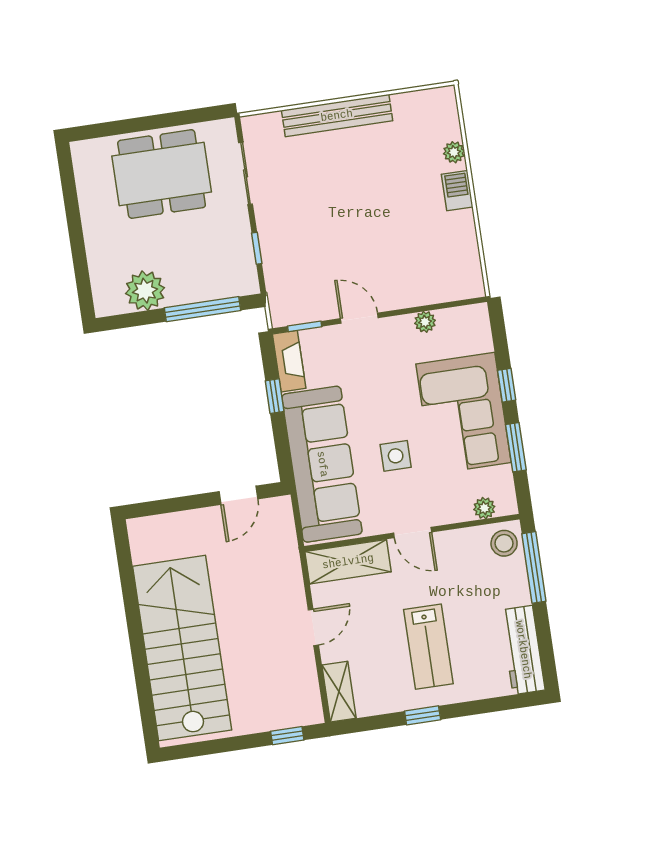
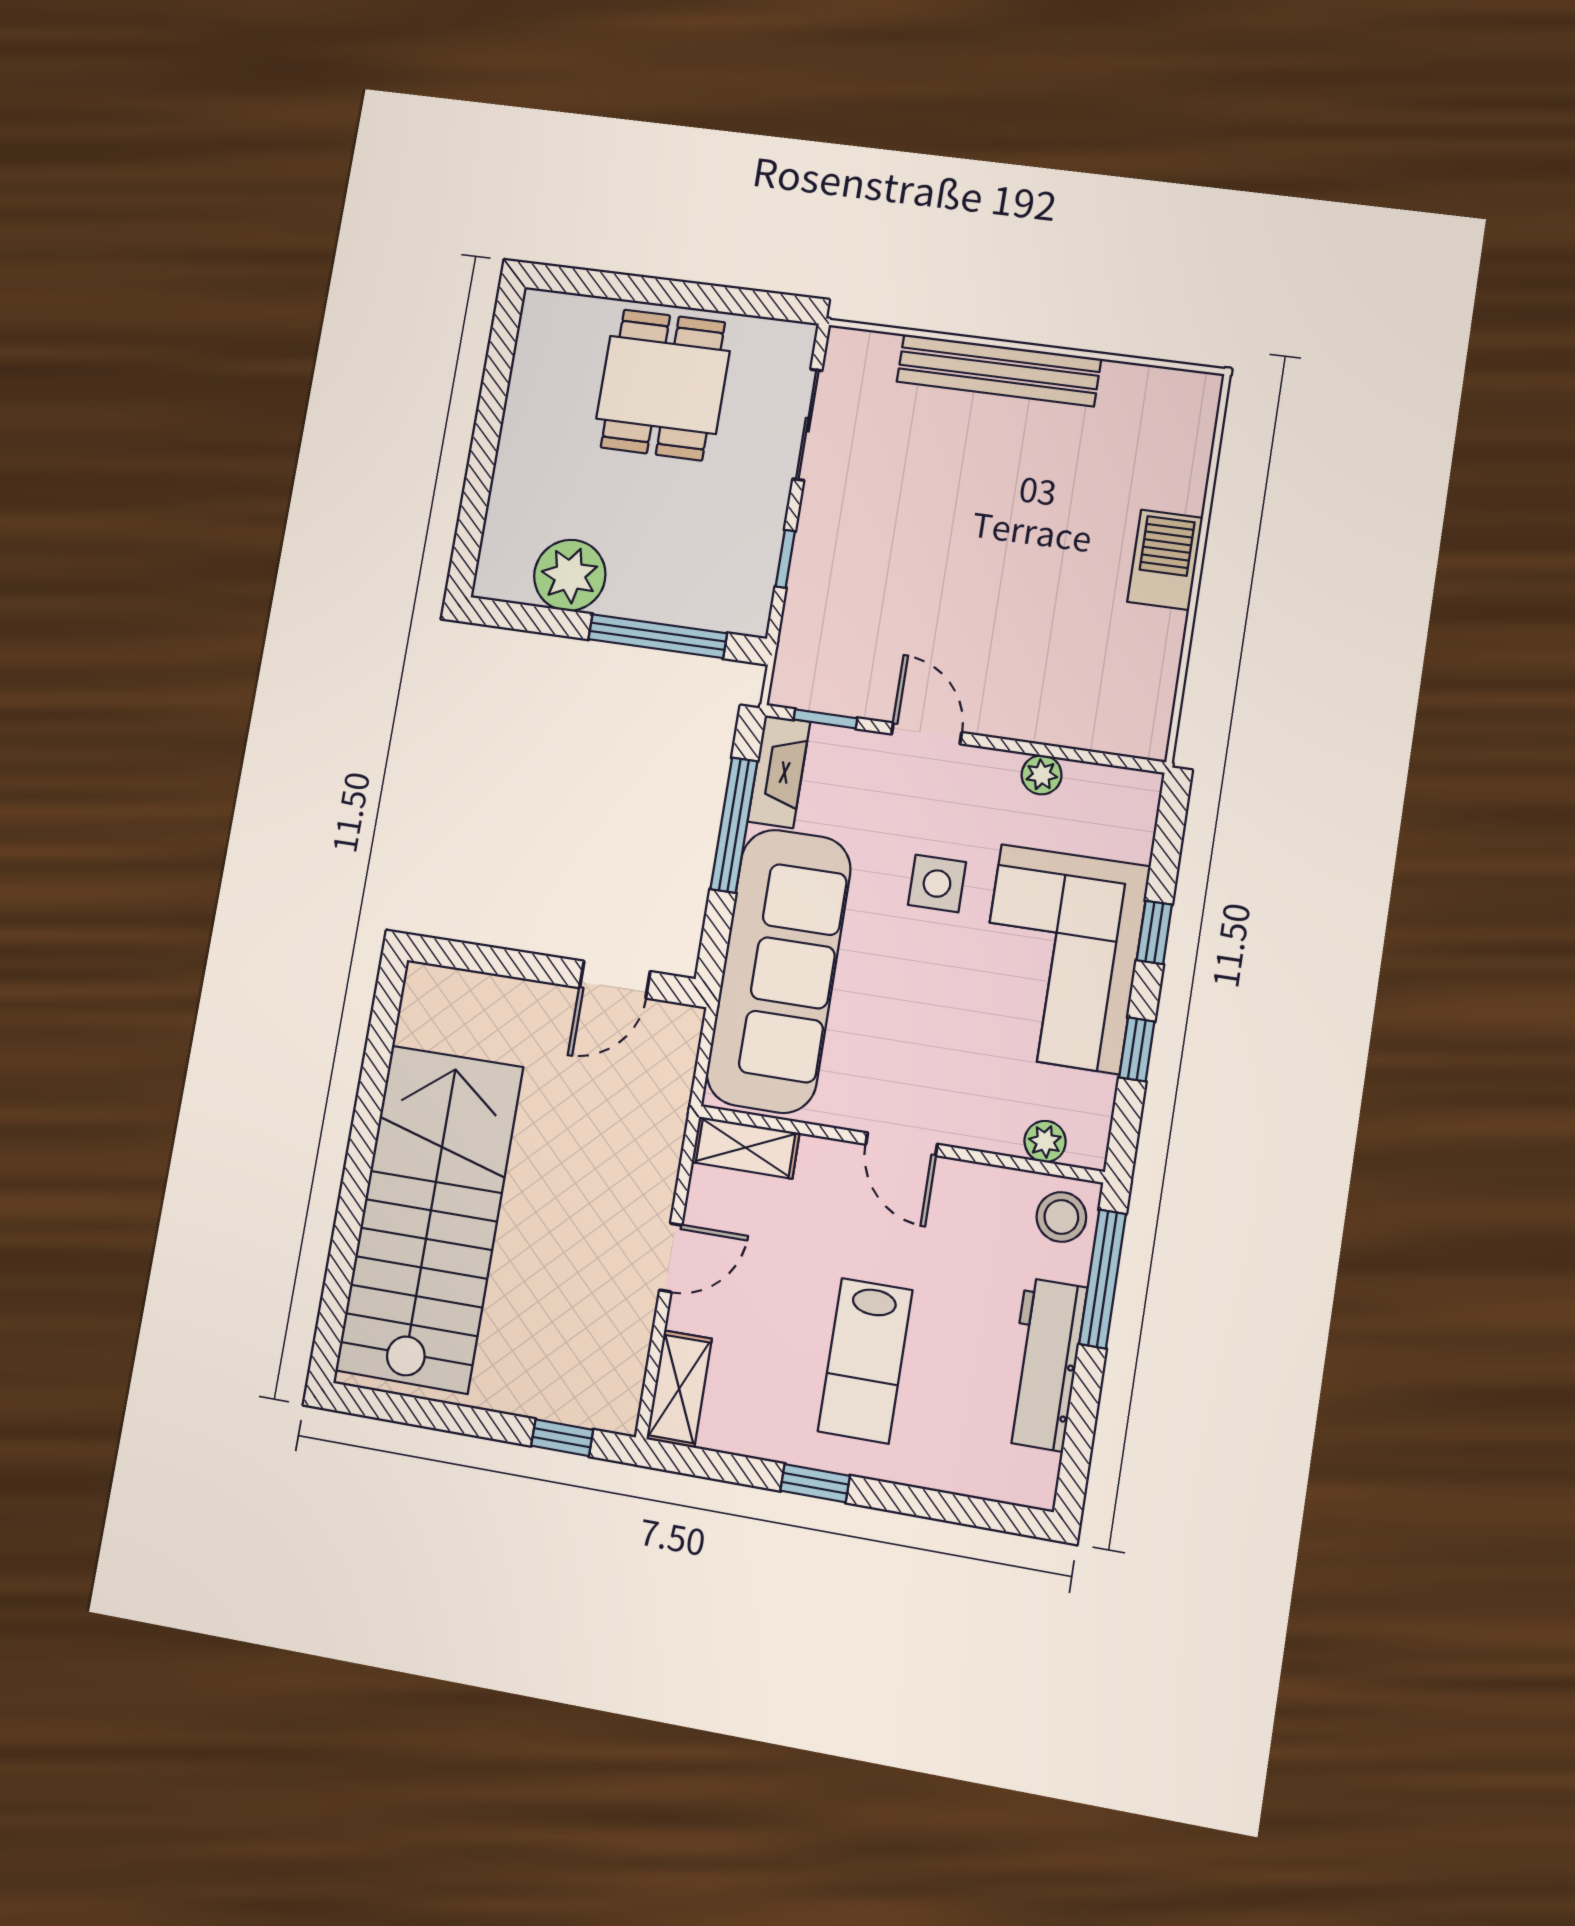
plant: (454, 152) -> (1186, 492), removed
dining table: (162, 174) -> (663, 385), width x0.73
barbecue: (457, 191) -> (1165, 560), width x1.38, depth x1.27
window: (275, 396) -> (734, 825), width x2.17
window: (516, 447) -> (1137, 1049), width x0.67
side table: (396, 456) -> (937, 884), moved
shelving: (348, 562) -> (746, 1148), width x0.67, depth x0.75
workbench: (523, 650) -> (1045, 1364), moved

